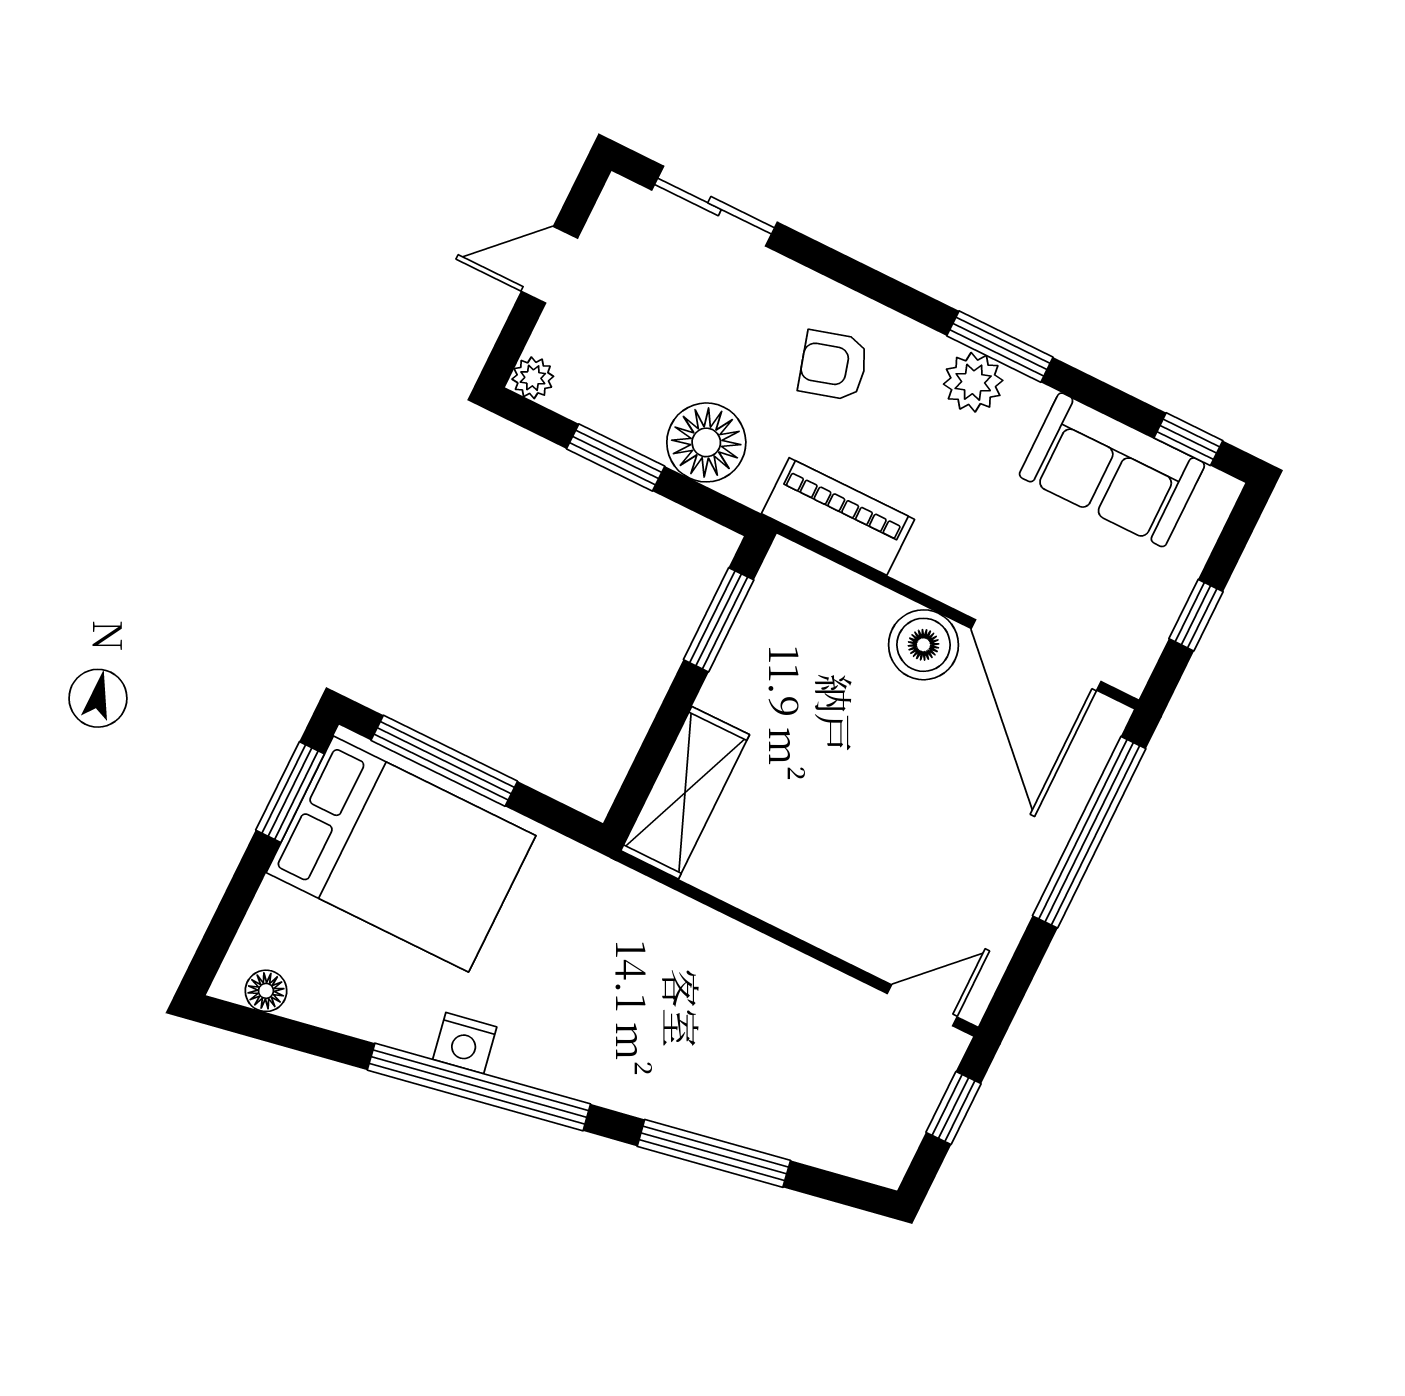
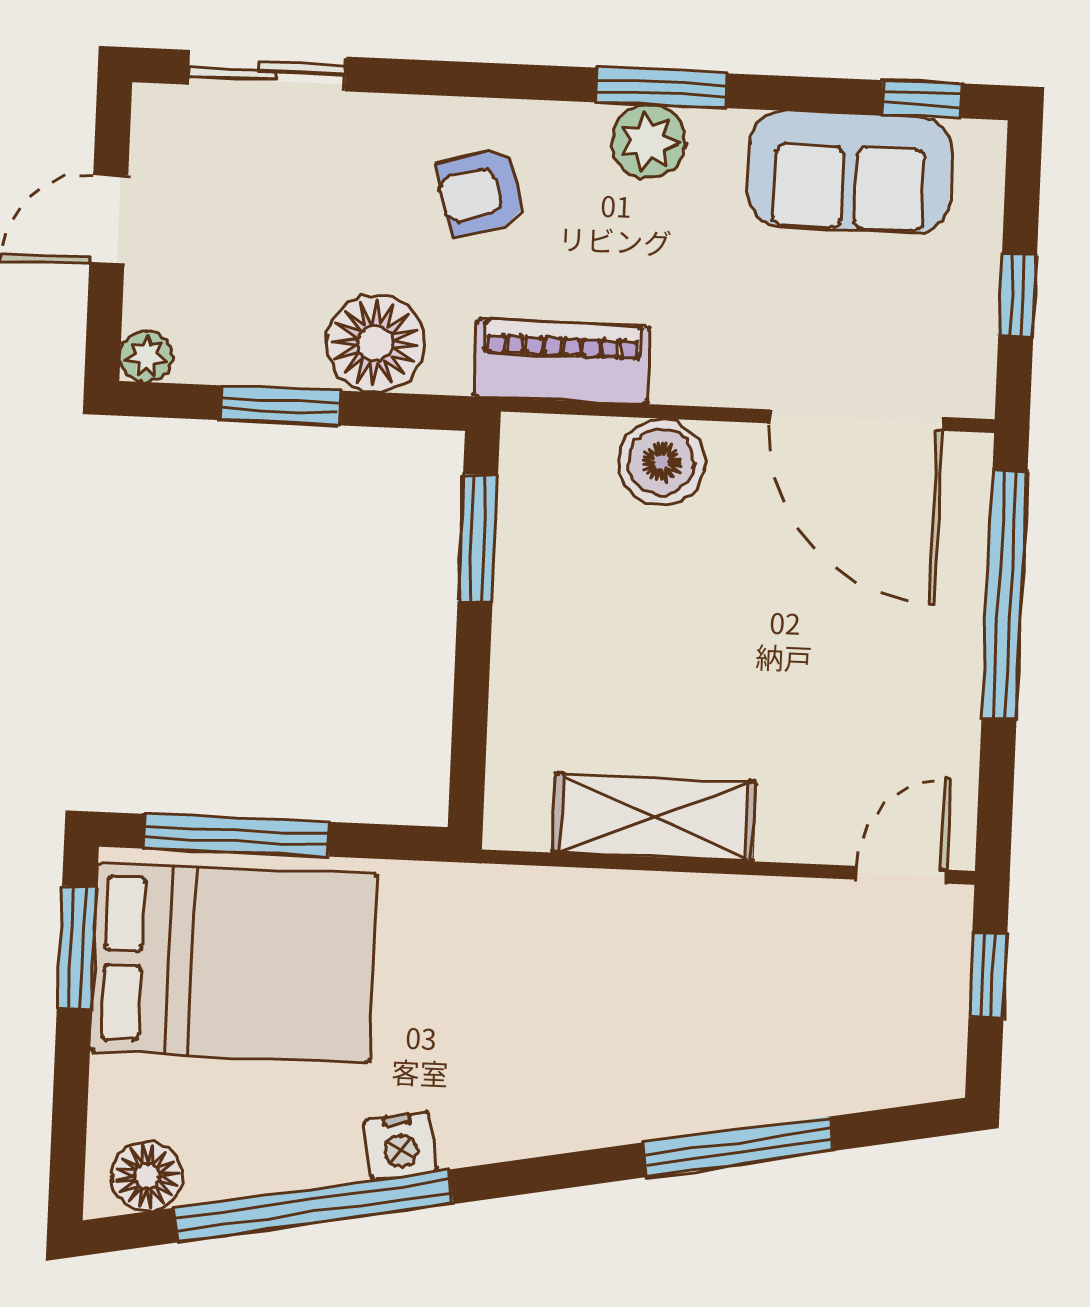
boiler: (924, 645) -> (662, 462), moved
shelving: (685, 793) -> (654, 817), moved, turned 90
floor lamp: (266, 991) -> (147, 1176), width x1.37, depth x1.37
window: (479, 1087) -> (313, 1206), moved

